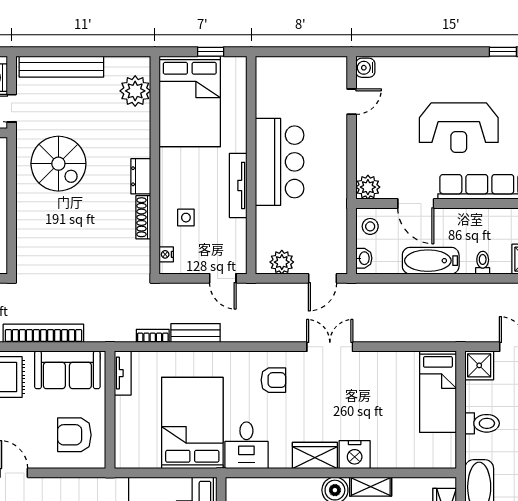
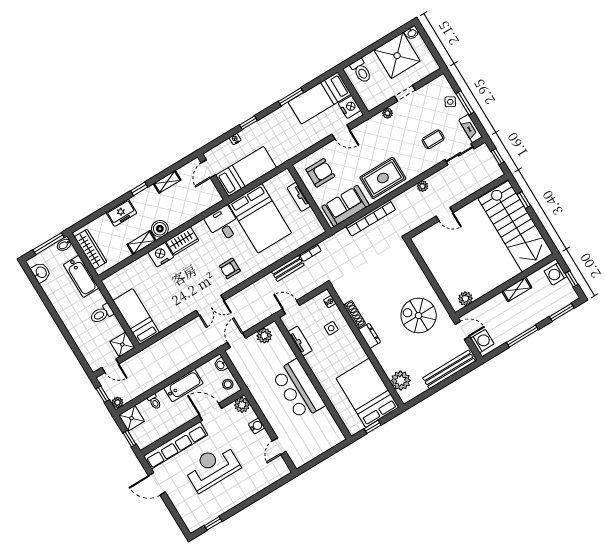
water cooler: (365, 68) -> (257, 426), moved
tv unit: (238, 185) -> (300, 341), moved, width x0.71
tv unit: (123, 373) -> (299, 197), moved

